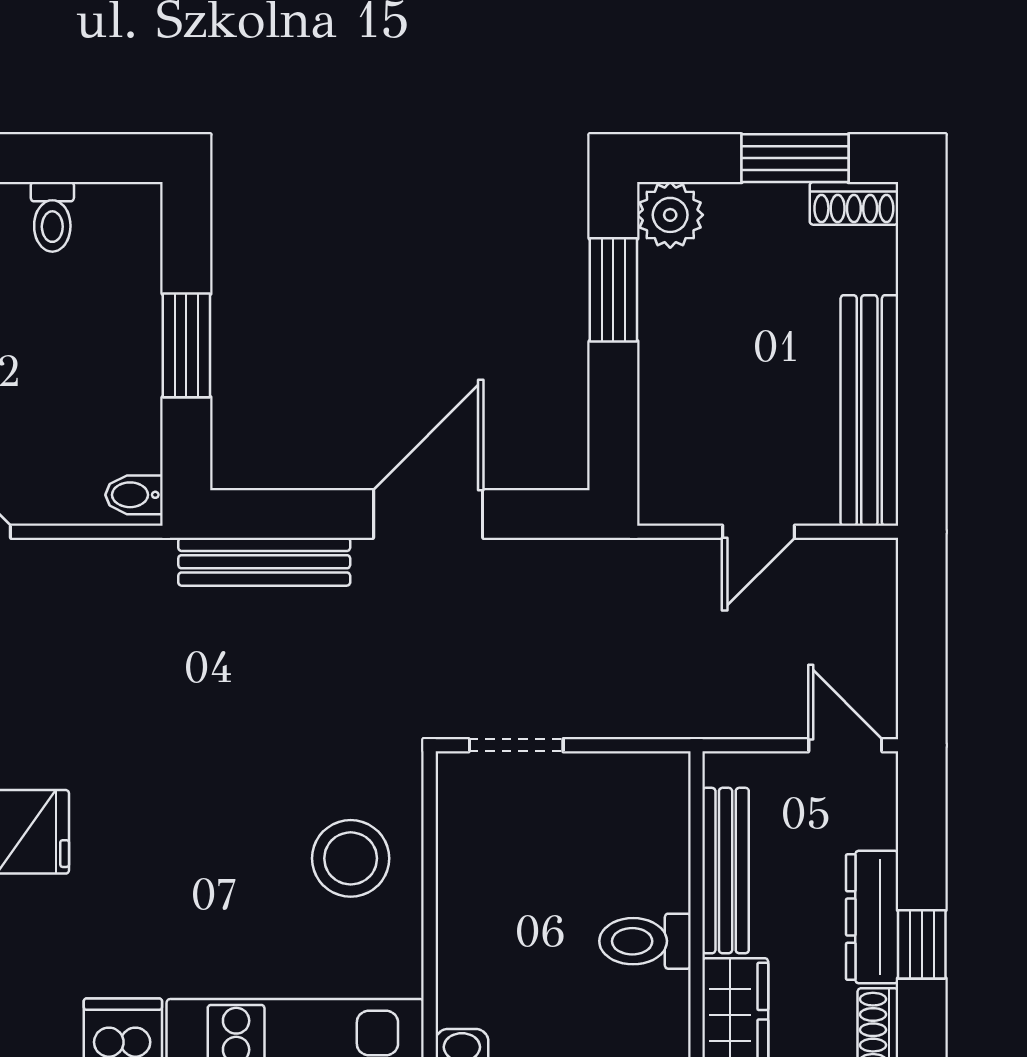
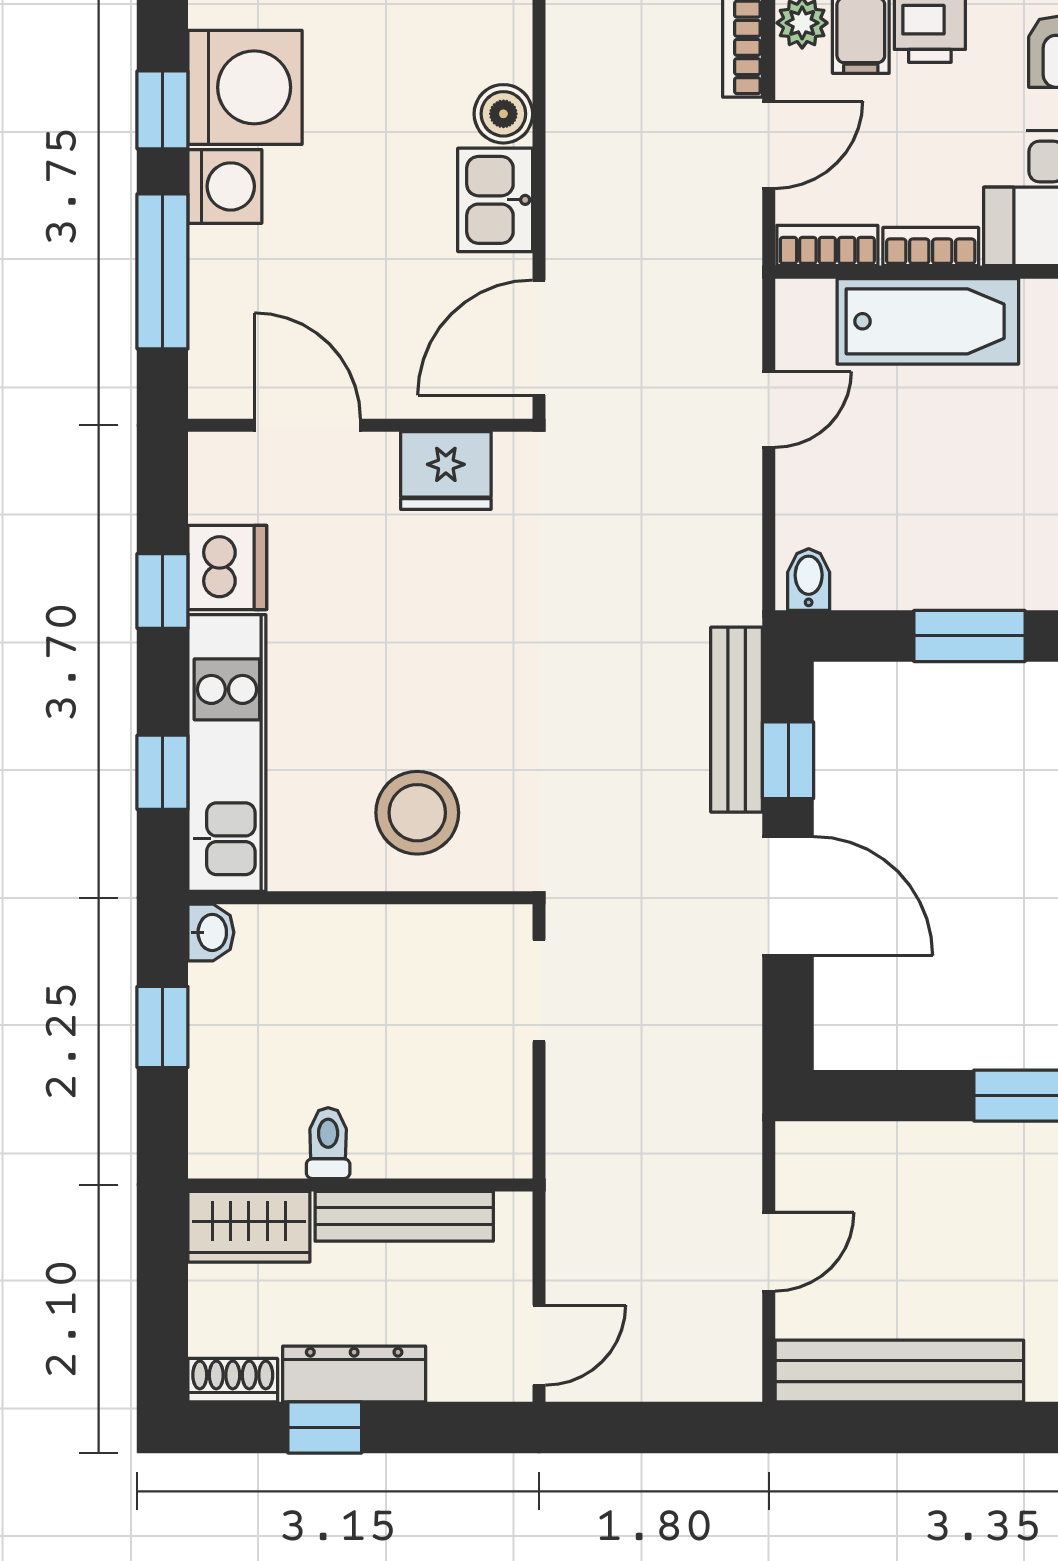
window: (302, 514) -> (788, 760), added
door: (758, 532) -> (769, 1252), swing flipped
toilet: (645, 941) -> (328, 1143), width x0.73, depth x0.72

